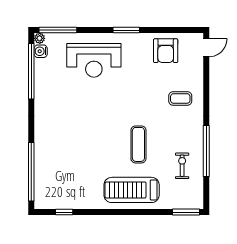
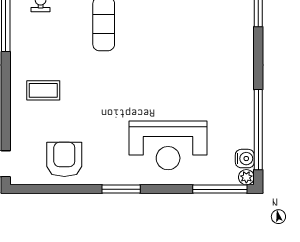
reception desk: (94, 60) -> (168, 145), turned 180

